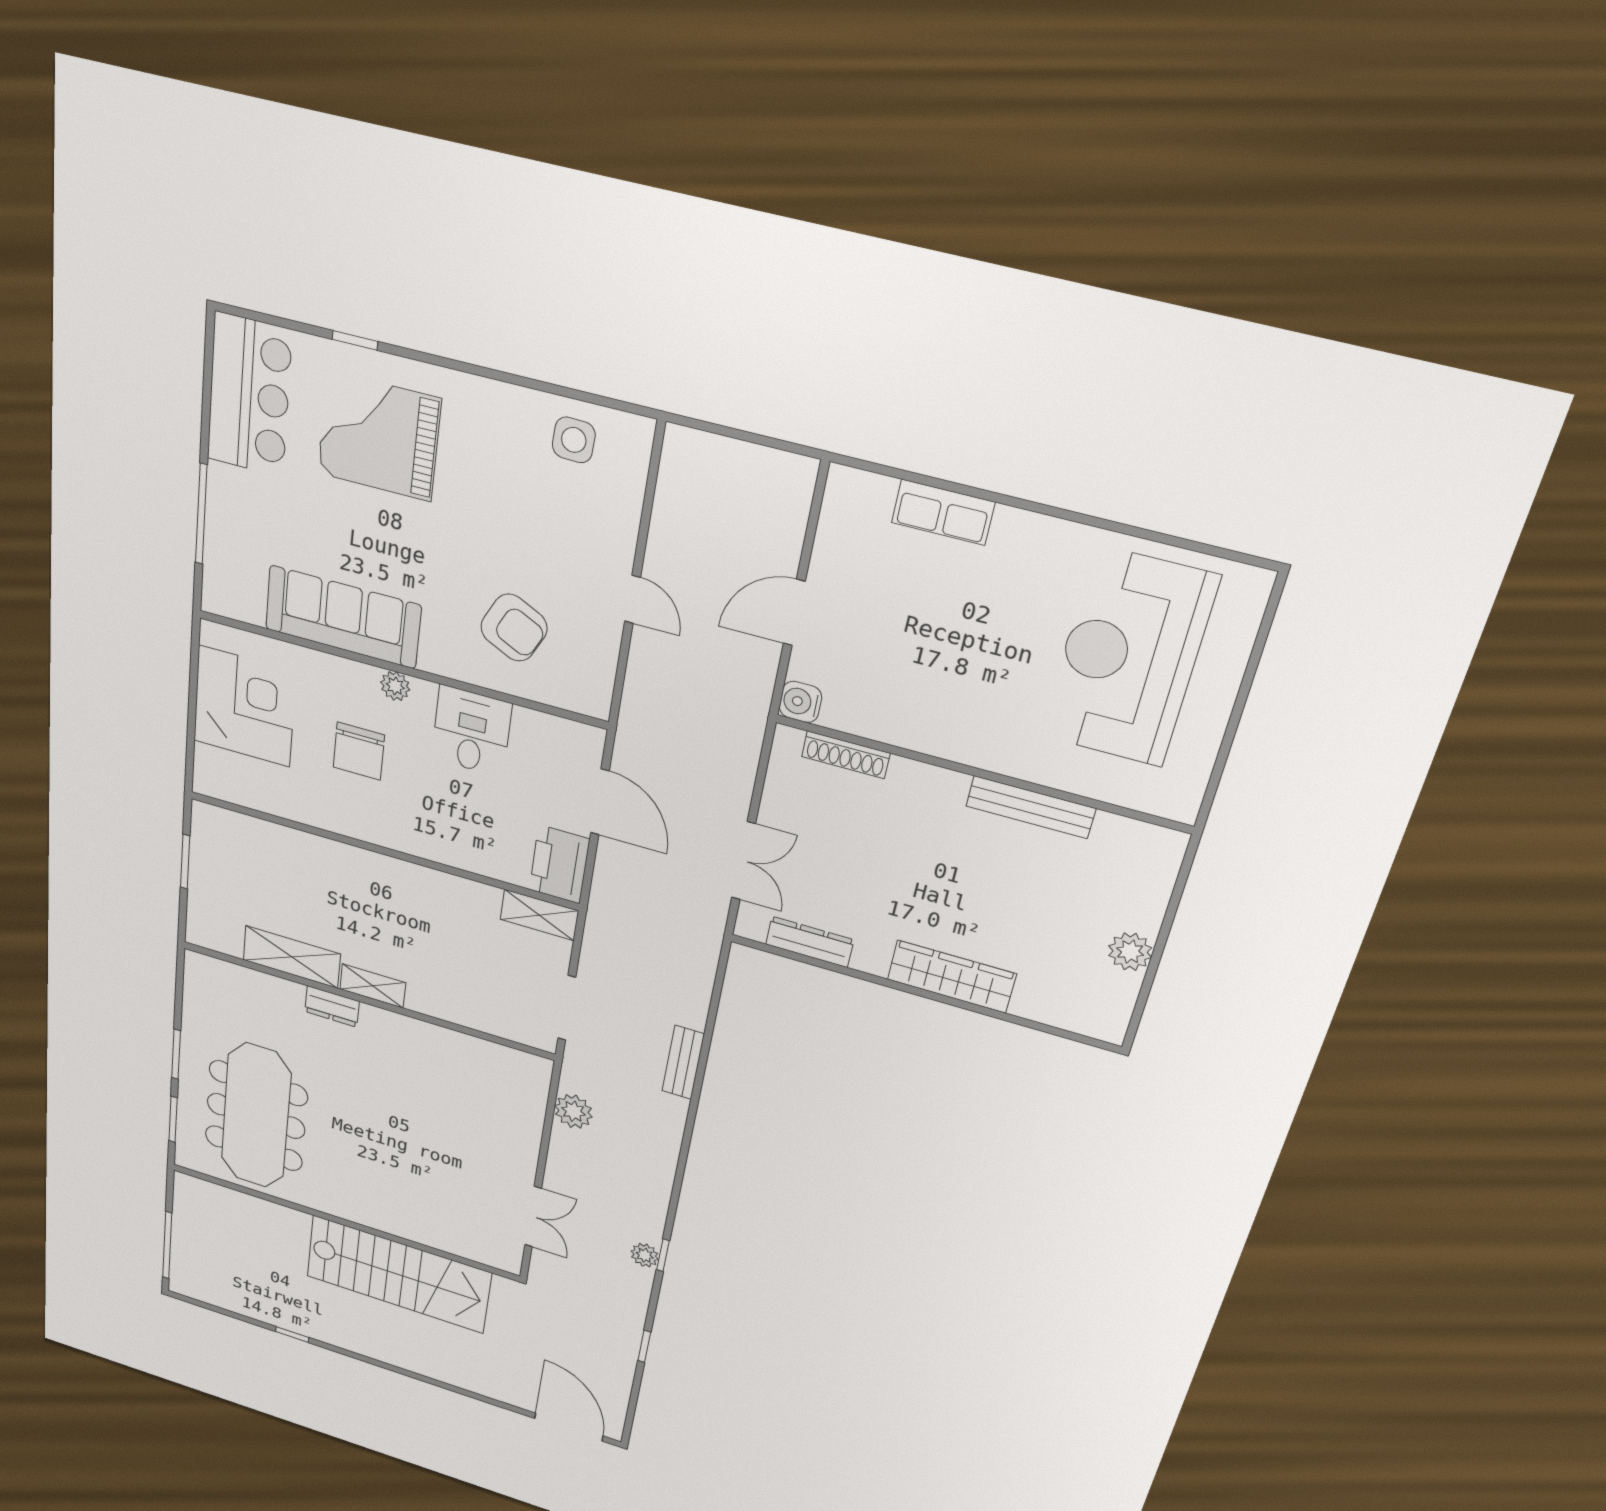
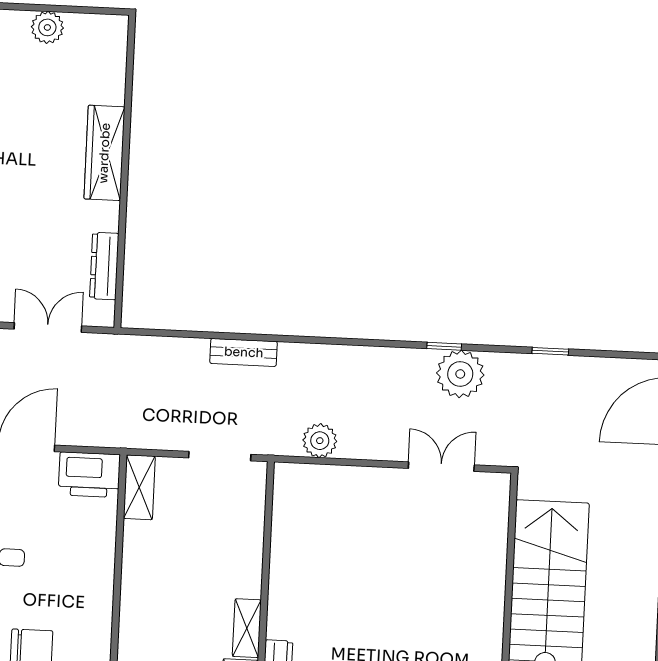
plant: (645, 1255) -> (460, 374), width x1.87, depth x1.87

